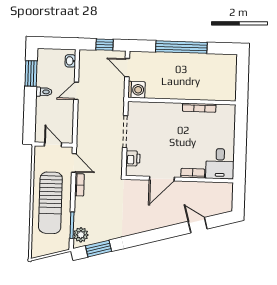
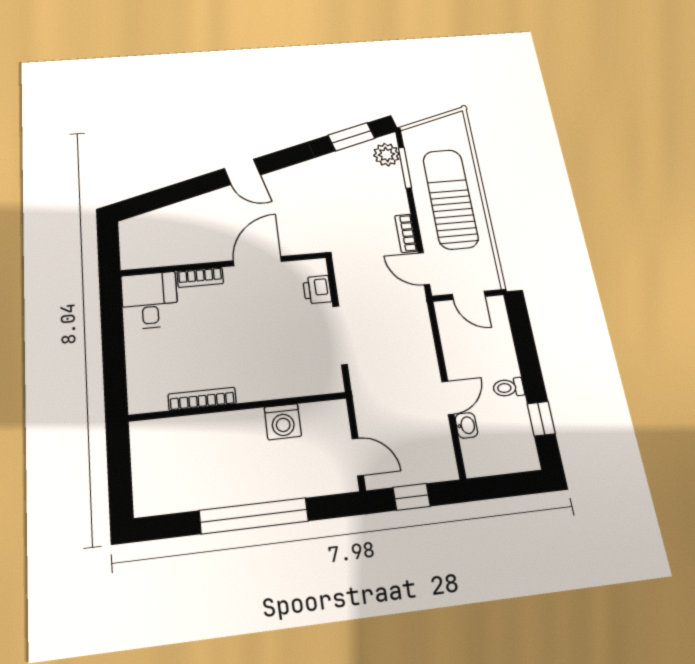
washbasin: (70, 61) -> (466, 425), moved
window: (31, 73) -> (541, 419), width x0.67
washing machine: (136, 90) -> (283, 422), moved, turned -90
door: (198, 225) -> (242, 172), moved

